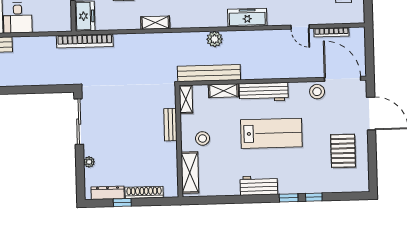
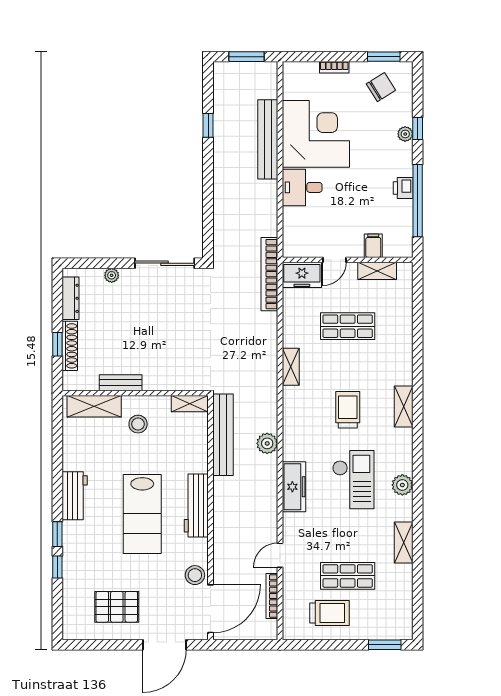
shelving: (223, 91) -> (200, 453), removed
bench: (170, 125) -> (121, 383), moved
window: (122, 203) -> (57, 344), moved

